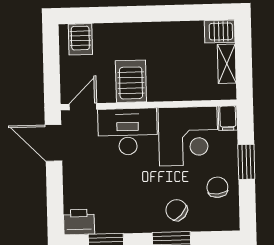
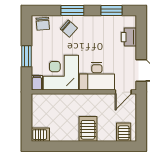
shelving: (227, 64) -> (37, 115), removed
server rack: (131, 81) -> (88, 129), moved, turned 180
chair: (217, 187) -> (43, 24), moved
printer: (79, 222) -> (129, 37), moved, turned 90

